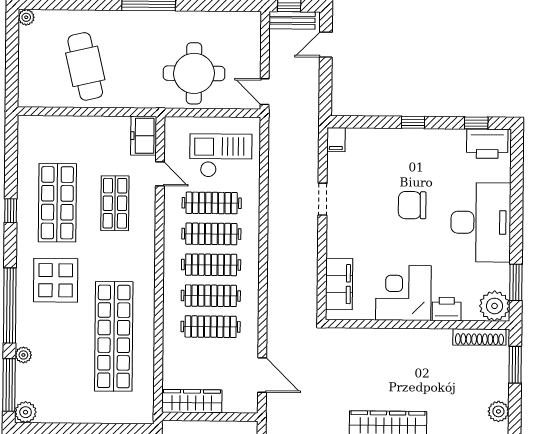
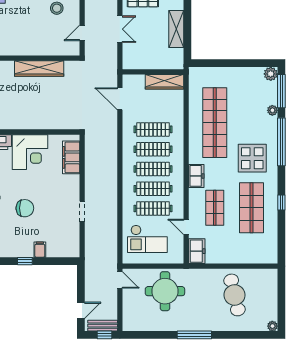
filing cabinet: (336, 140) -> (40, 250), moved
freezer: (143, 253) -> (196, 176), added

